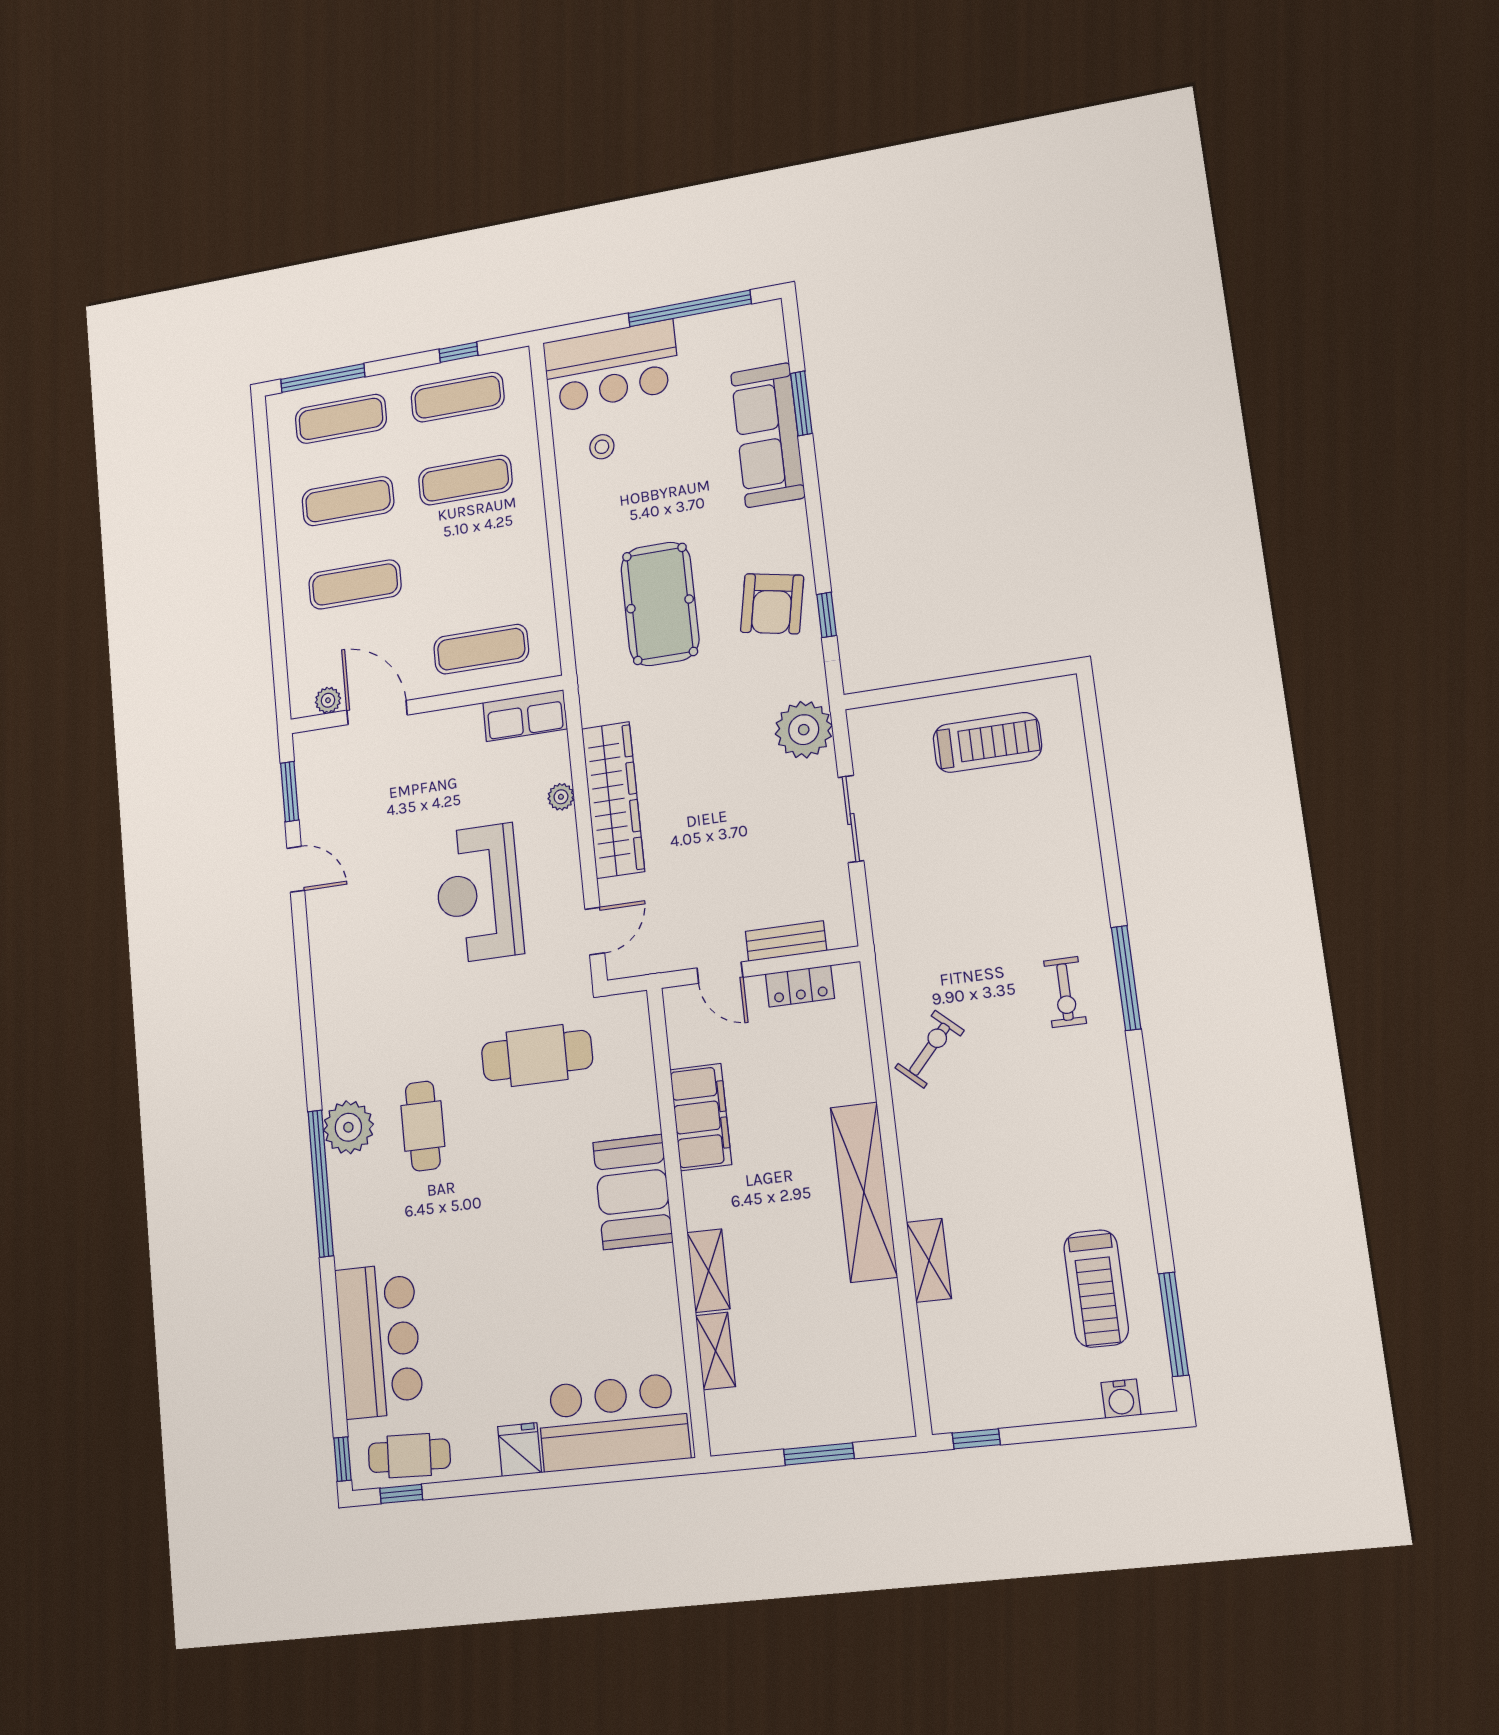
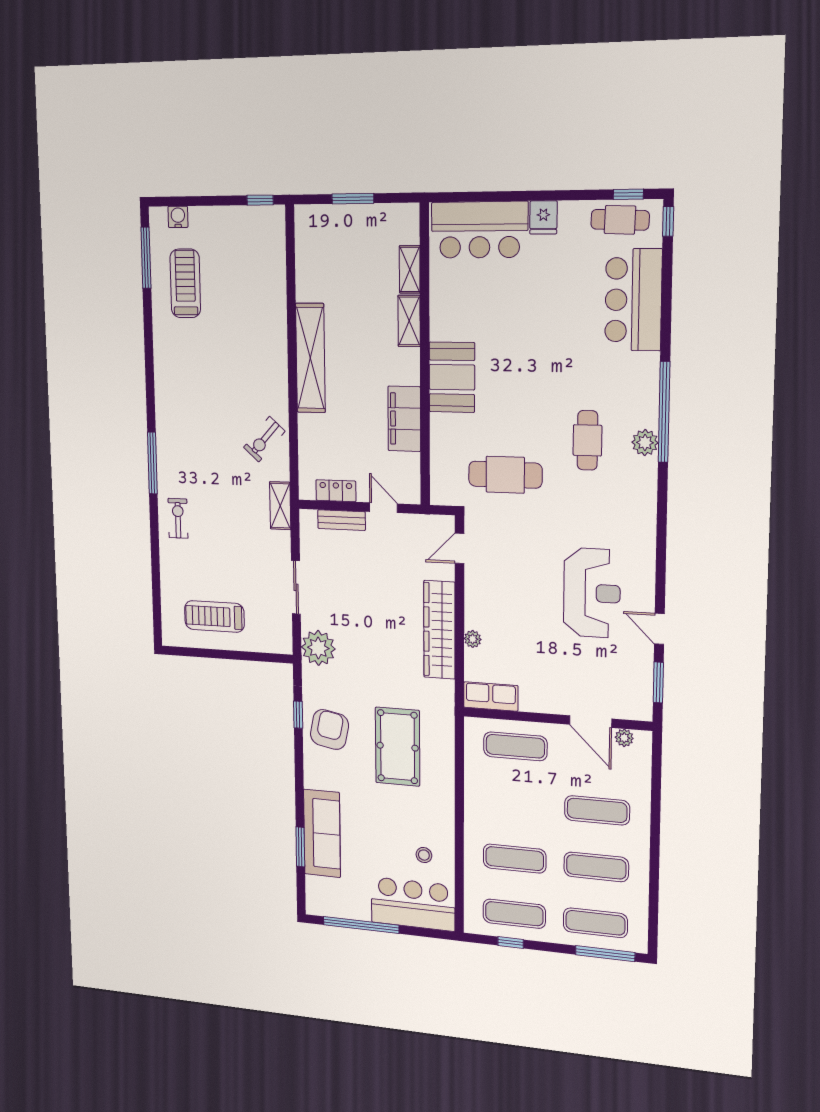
reception desk: (478, 893) -> (592, 593), moved
exercise bike: (1065, 992) -> (178, 518), moved
plant: (348, 1127) -> (645, 443), width x0.73, depth x0.73
shelving: (929, 1260) -> (280, 506), moved

